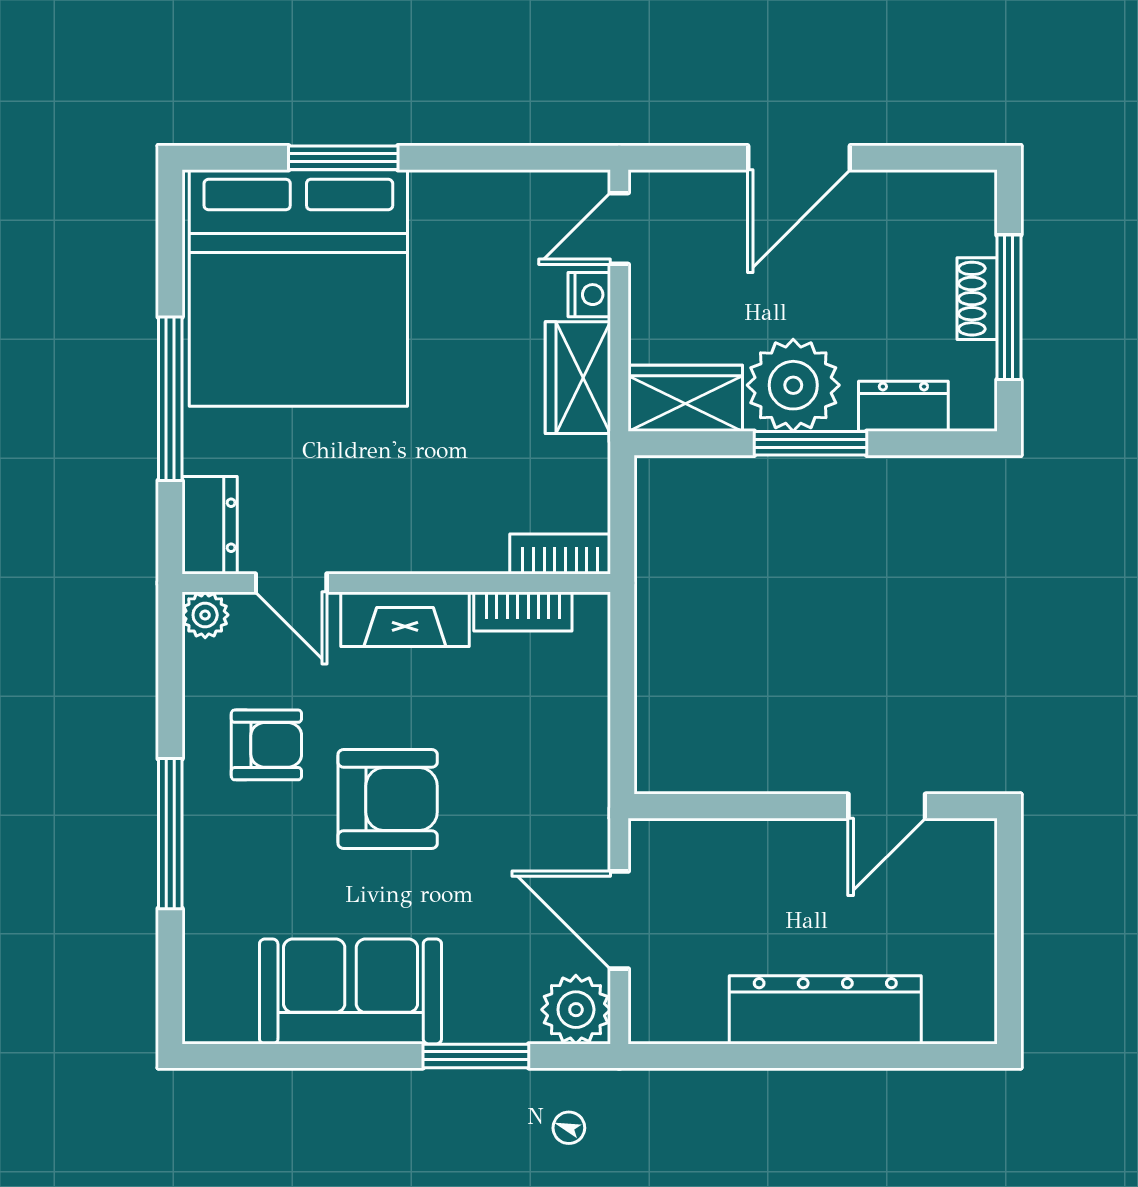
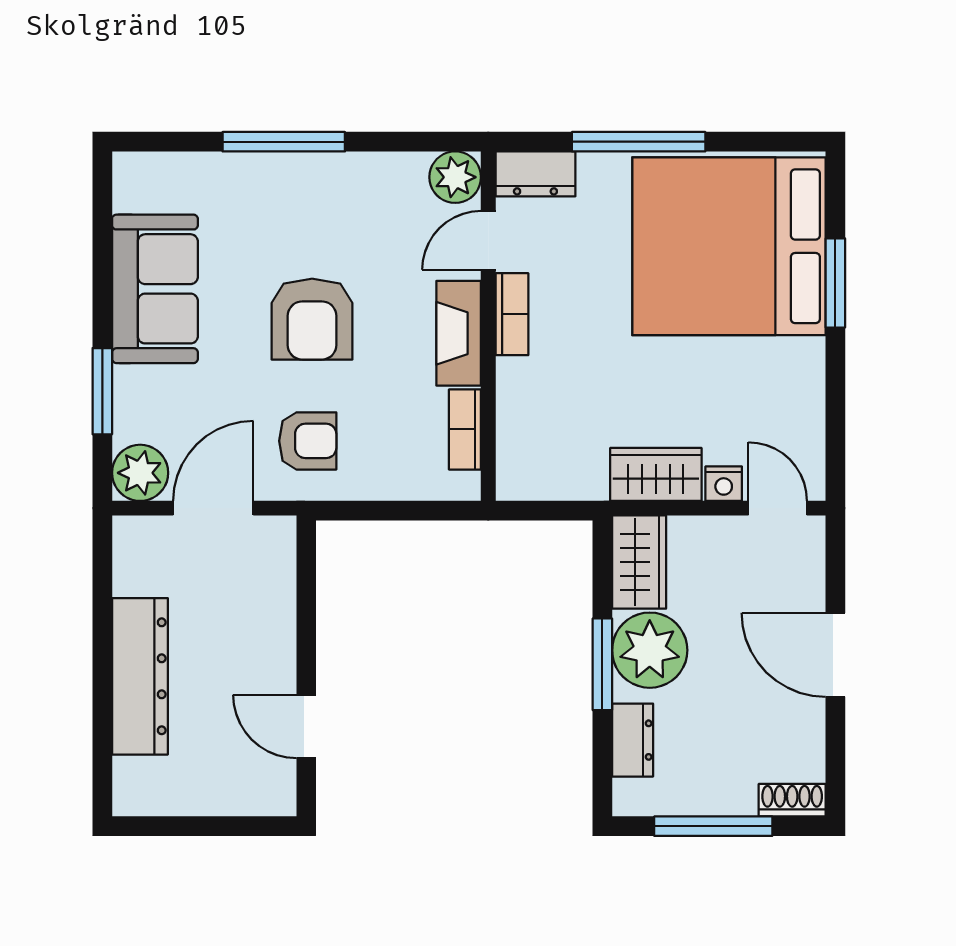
shoe rack: (977, 299) -> (792, 800), moved
bookcase: (560, 554) -> (512, 314), moved
plant: (205, 615) -> (455, 177), width x1.38, depth x1.38
armchair: (266, 745) -> (308, 441), moved, turned -90

